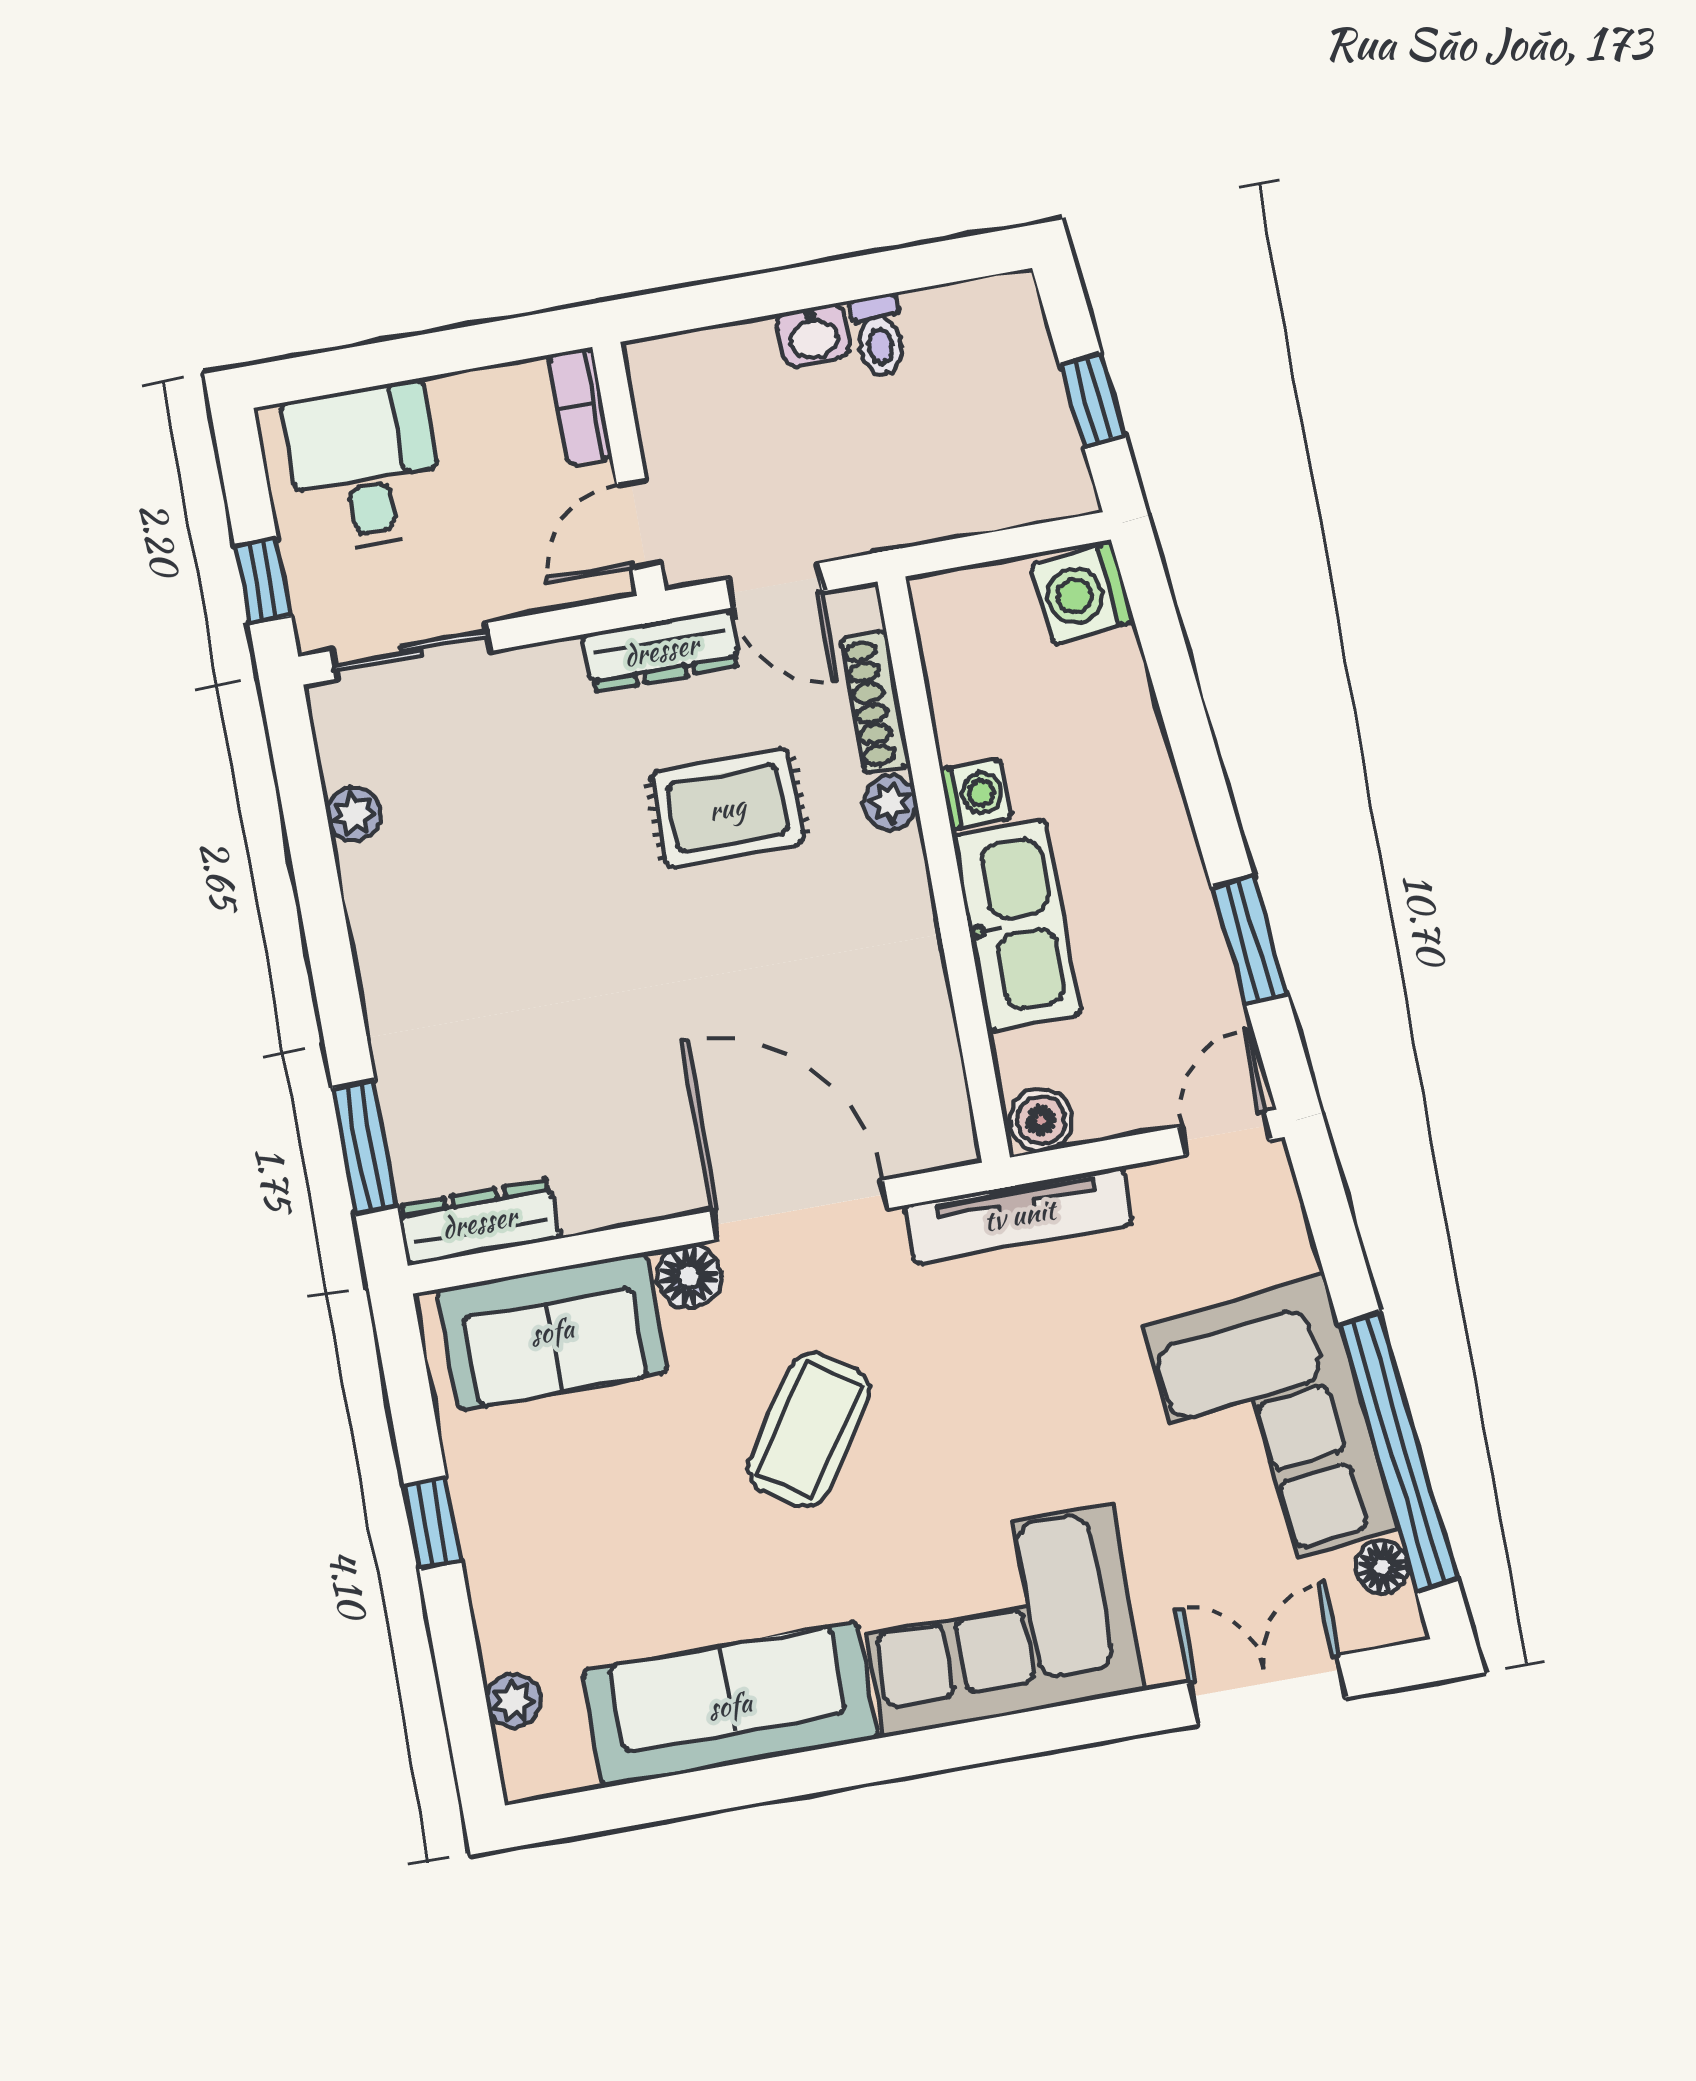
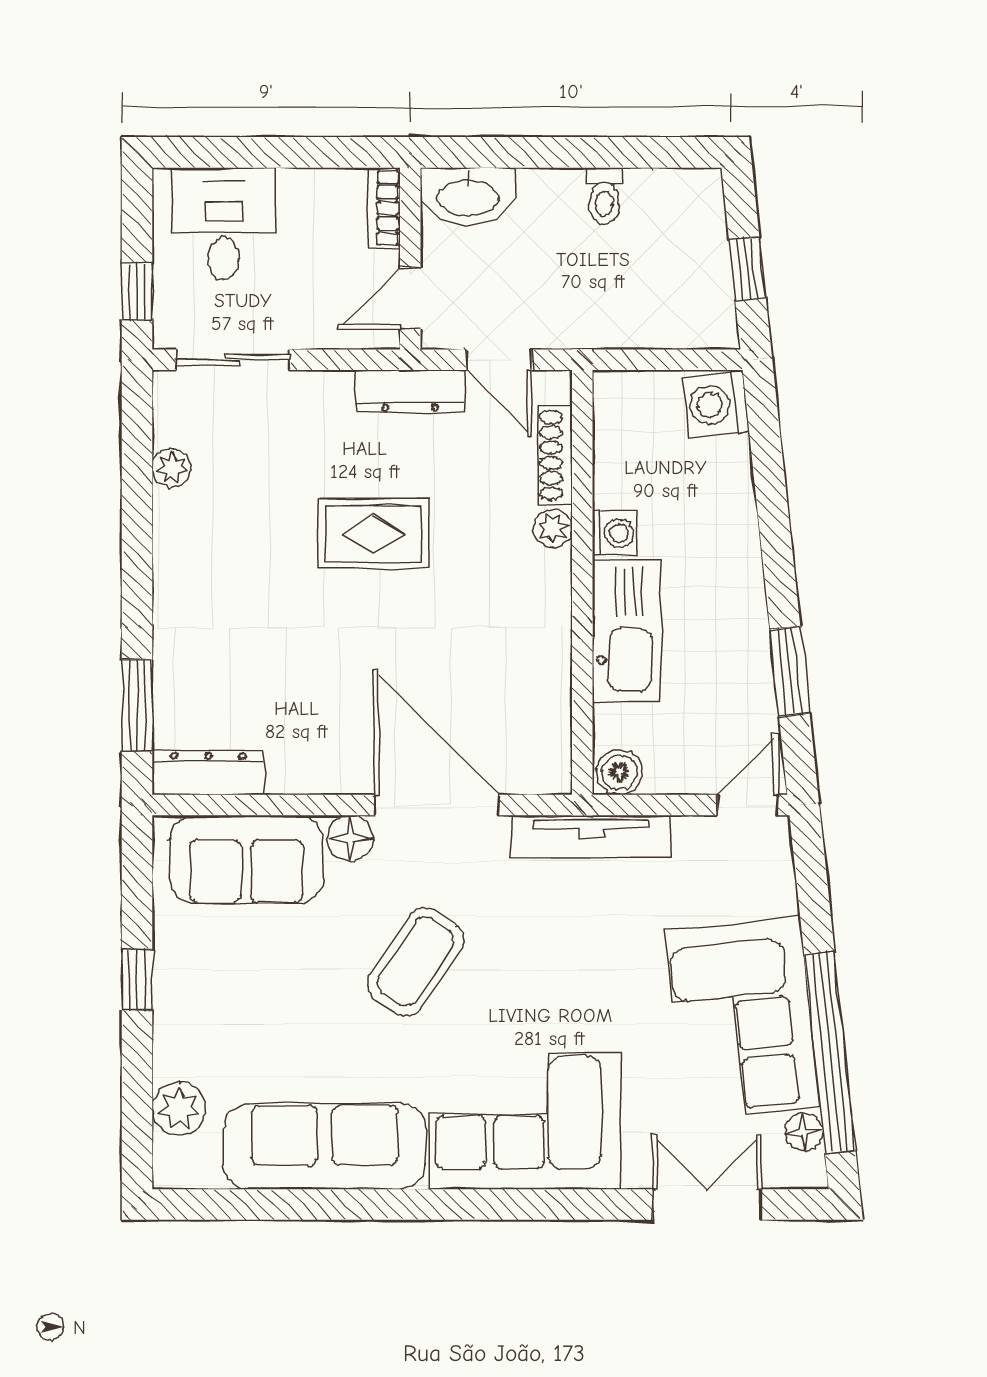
washbasin: (813, 335) -> (468, 197), moved, width x1.91, depth x1.45
rug: (727, 808) -> (373, 534), moved
plant: (513, 1700) -> (179, 1109), width x1.38, depth x1.38

